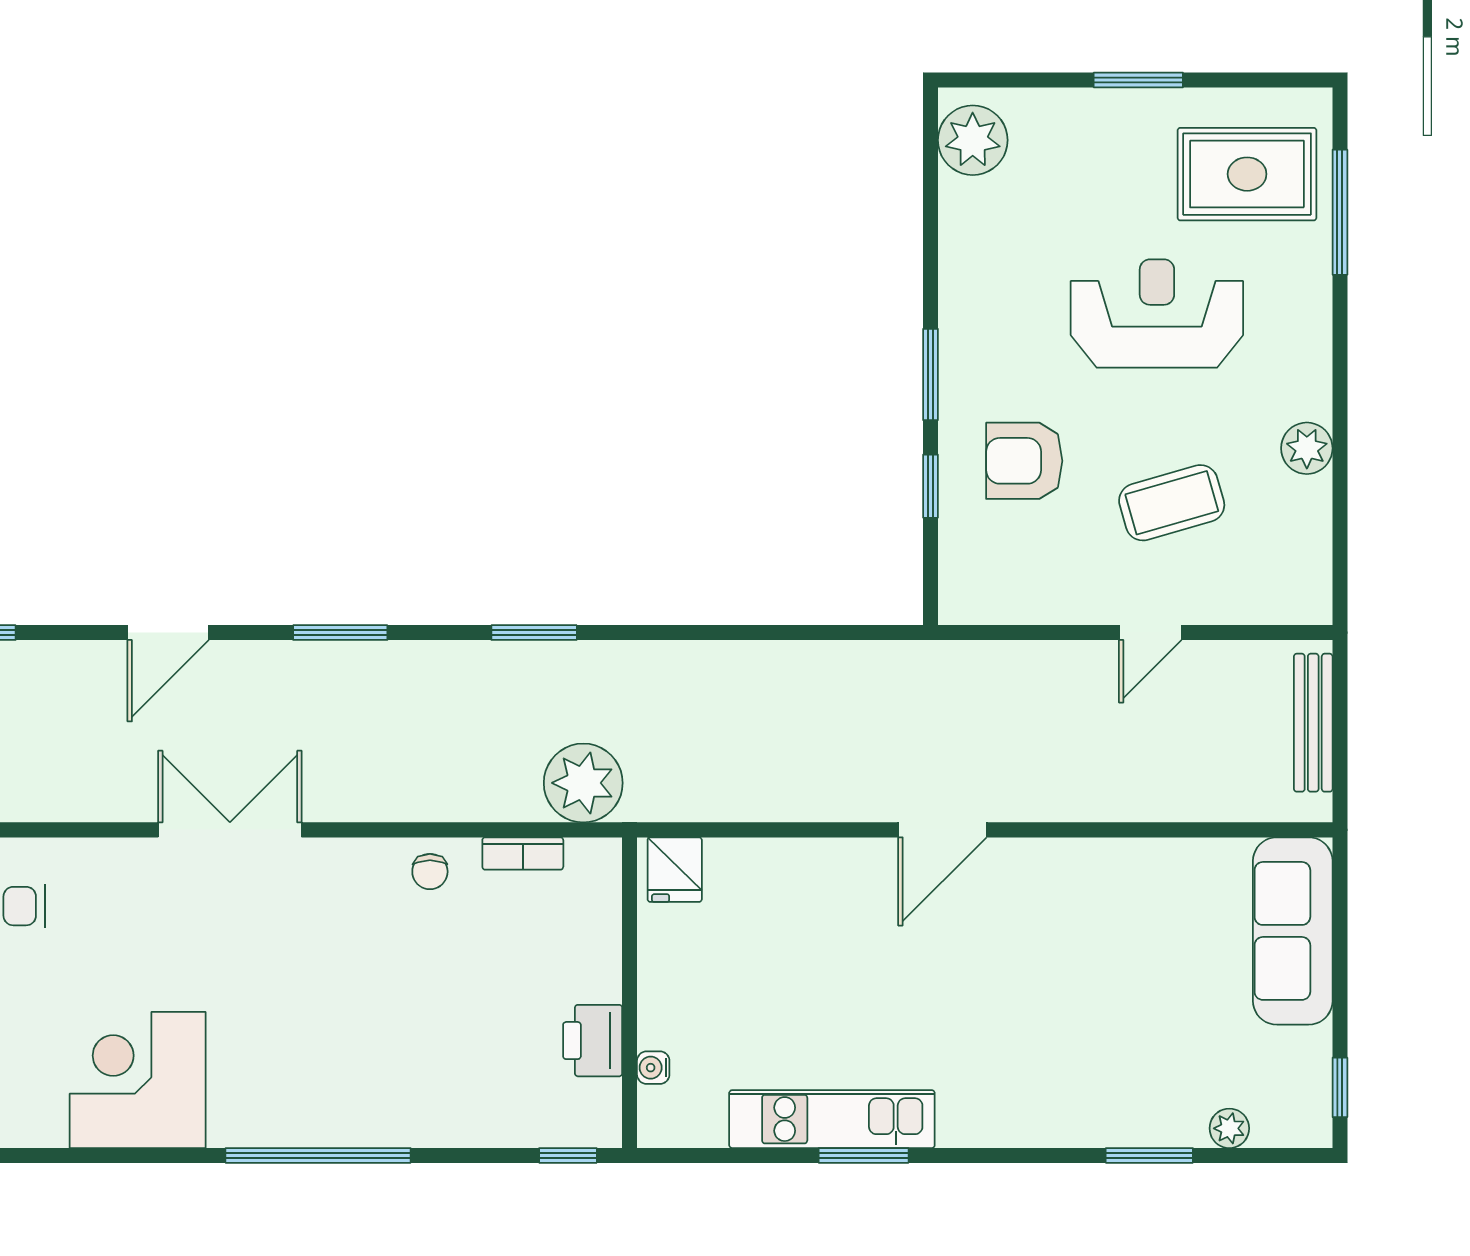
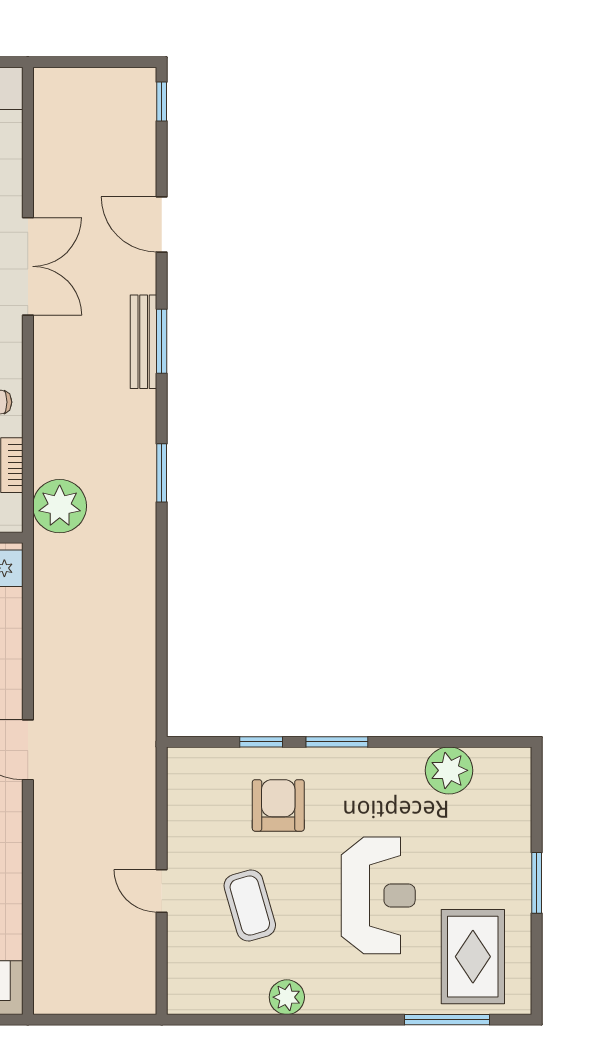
plant: (973, 140) -> (449, 770), moved
bench: (1313, 723) -> (144, 342), moved, turned 90

